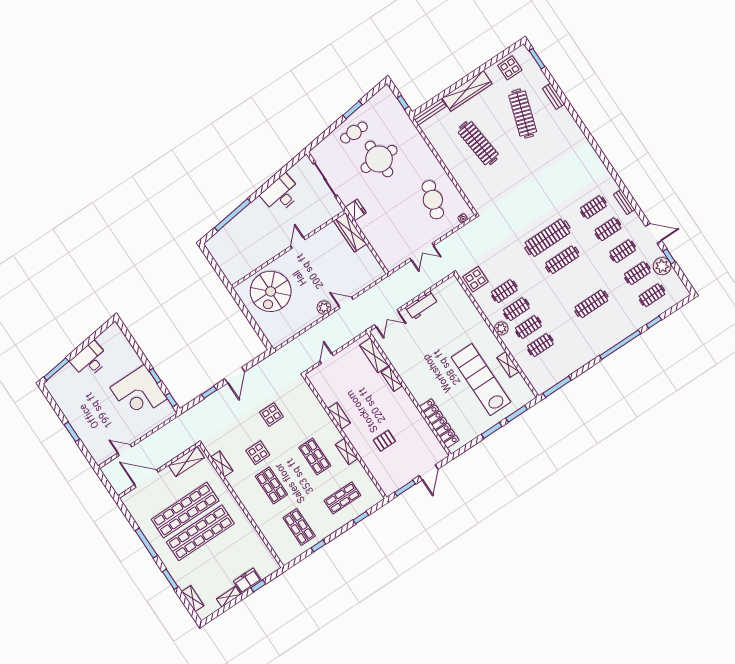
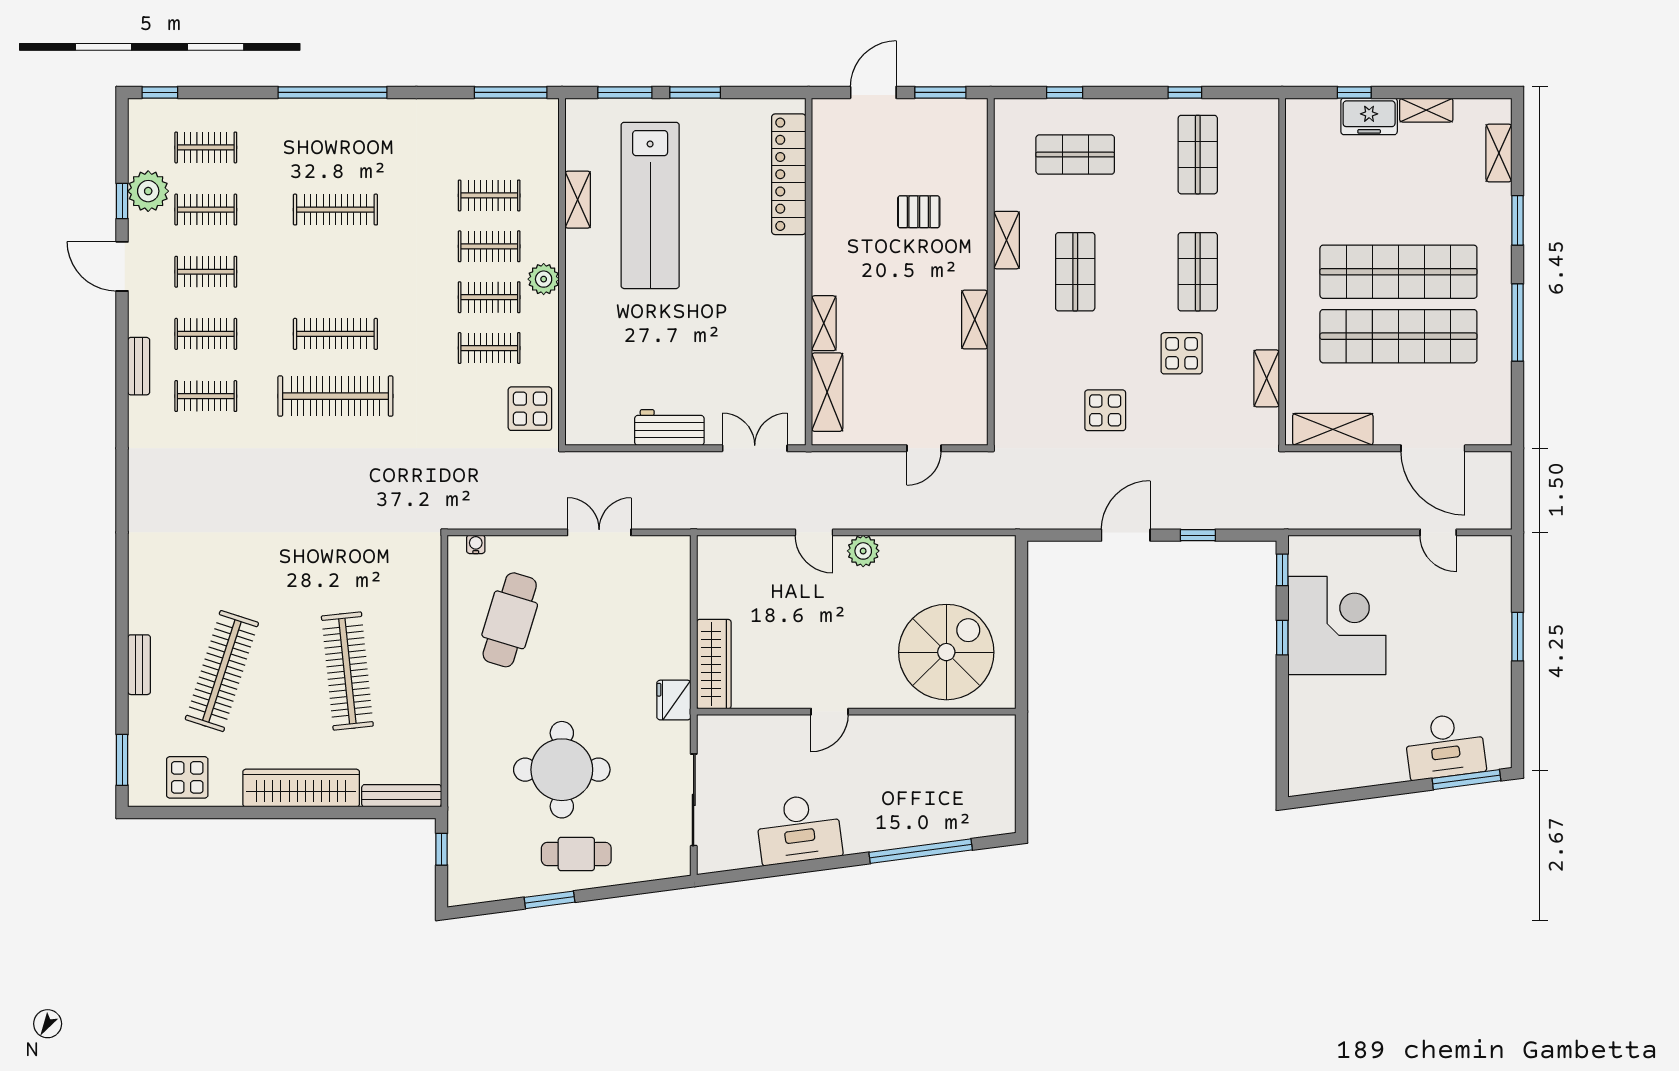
window: (654, 322) -> (160, 92), moved
desk: (90, 360) -> (1445, 746), moved

